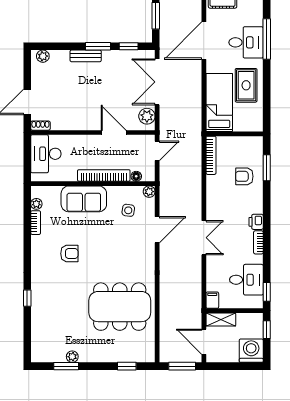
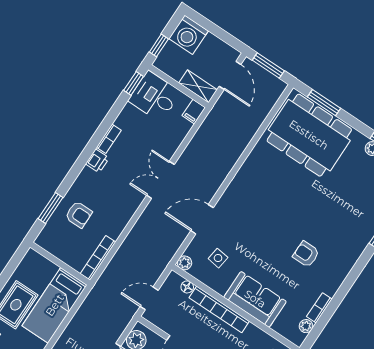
desk: (246, 280) -> (154, 96), moved
dining table: (120, 307) -> (309, 135), moved
window: (127, 366) -> (324, 103), width x1.50

